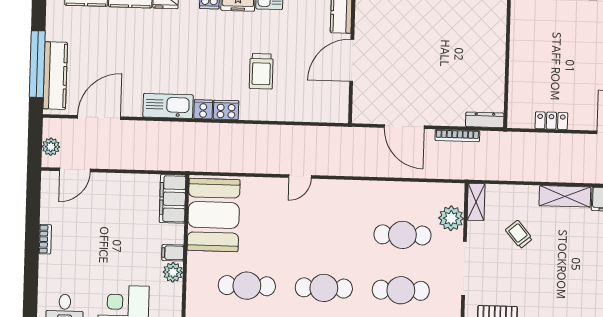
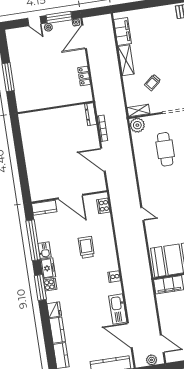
trolley: (261, 71) -> (86, 247), turned -90
kitchen sink: (168, 106) -> (118, 309), moved
cooker: (226, 110) -> (103, 206), moved
door: (404, 127) -> (103, 160), swing flipped
plant: (451, 218) -> (137, 125), moved

